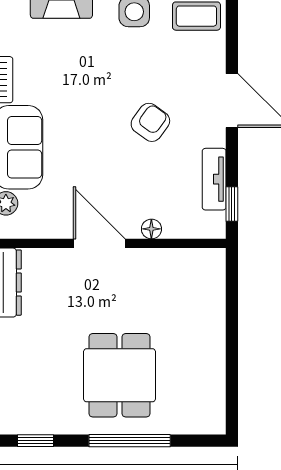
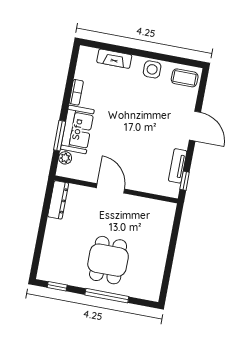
armchair: (150, 122) -> (150, 130), removed
floor lamp: (151, 229) -> (140, 186), removed

